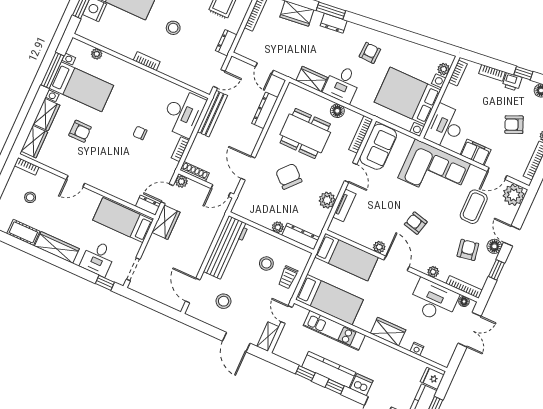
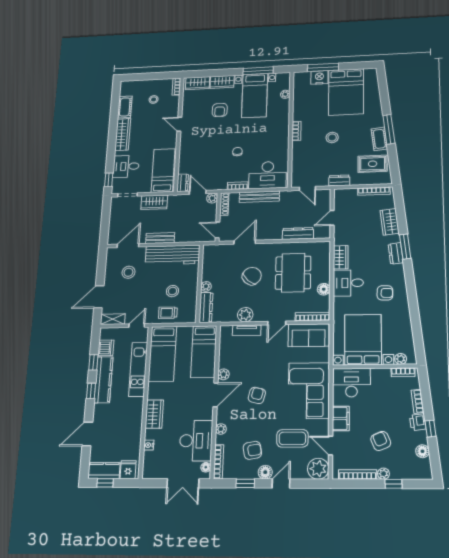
bench: (212, 114) -> (259, 197), moved
wardrobe: (166, 222) -> (154, 202), moved
bench: (201, 253) -> (160, 238), added
dishwasher: (361, 385) -> (106, 348), moved

